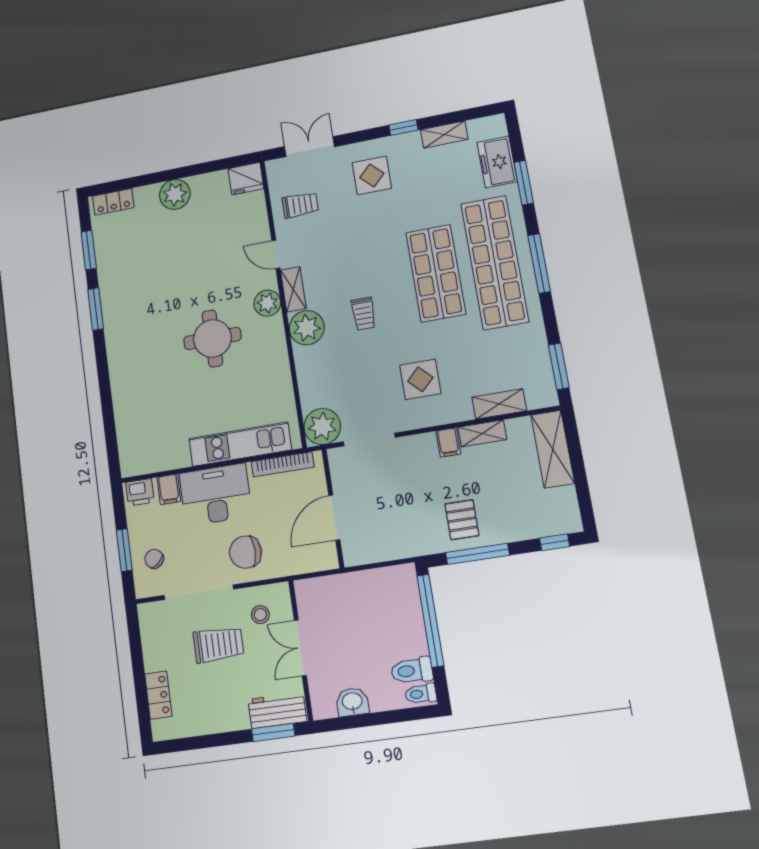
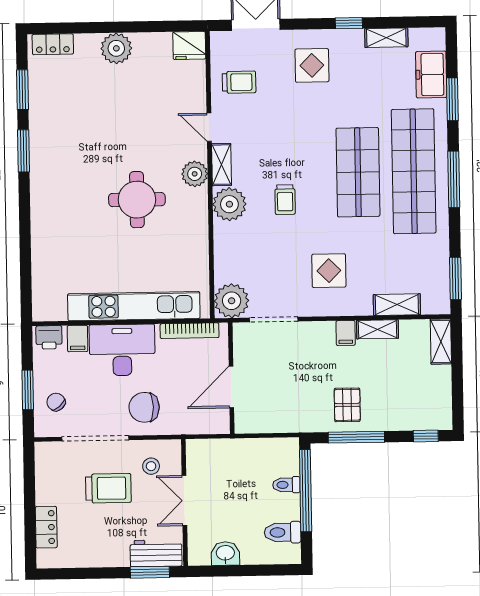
kitchen unit: (240, 444) -> (134, 306), width x1.36
shelving: (553, 449) -> (441, 341), width x0.67, depth x0.75
toilet: (421, 694) -> (286, 485), moved

